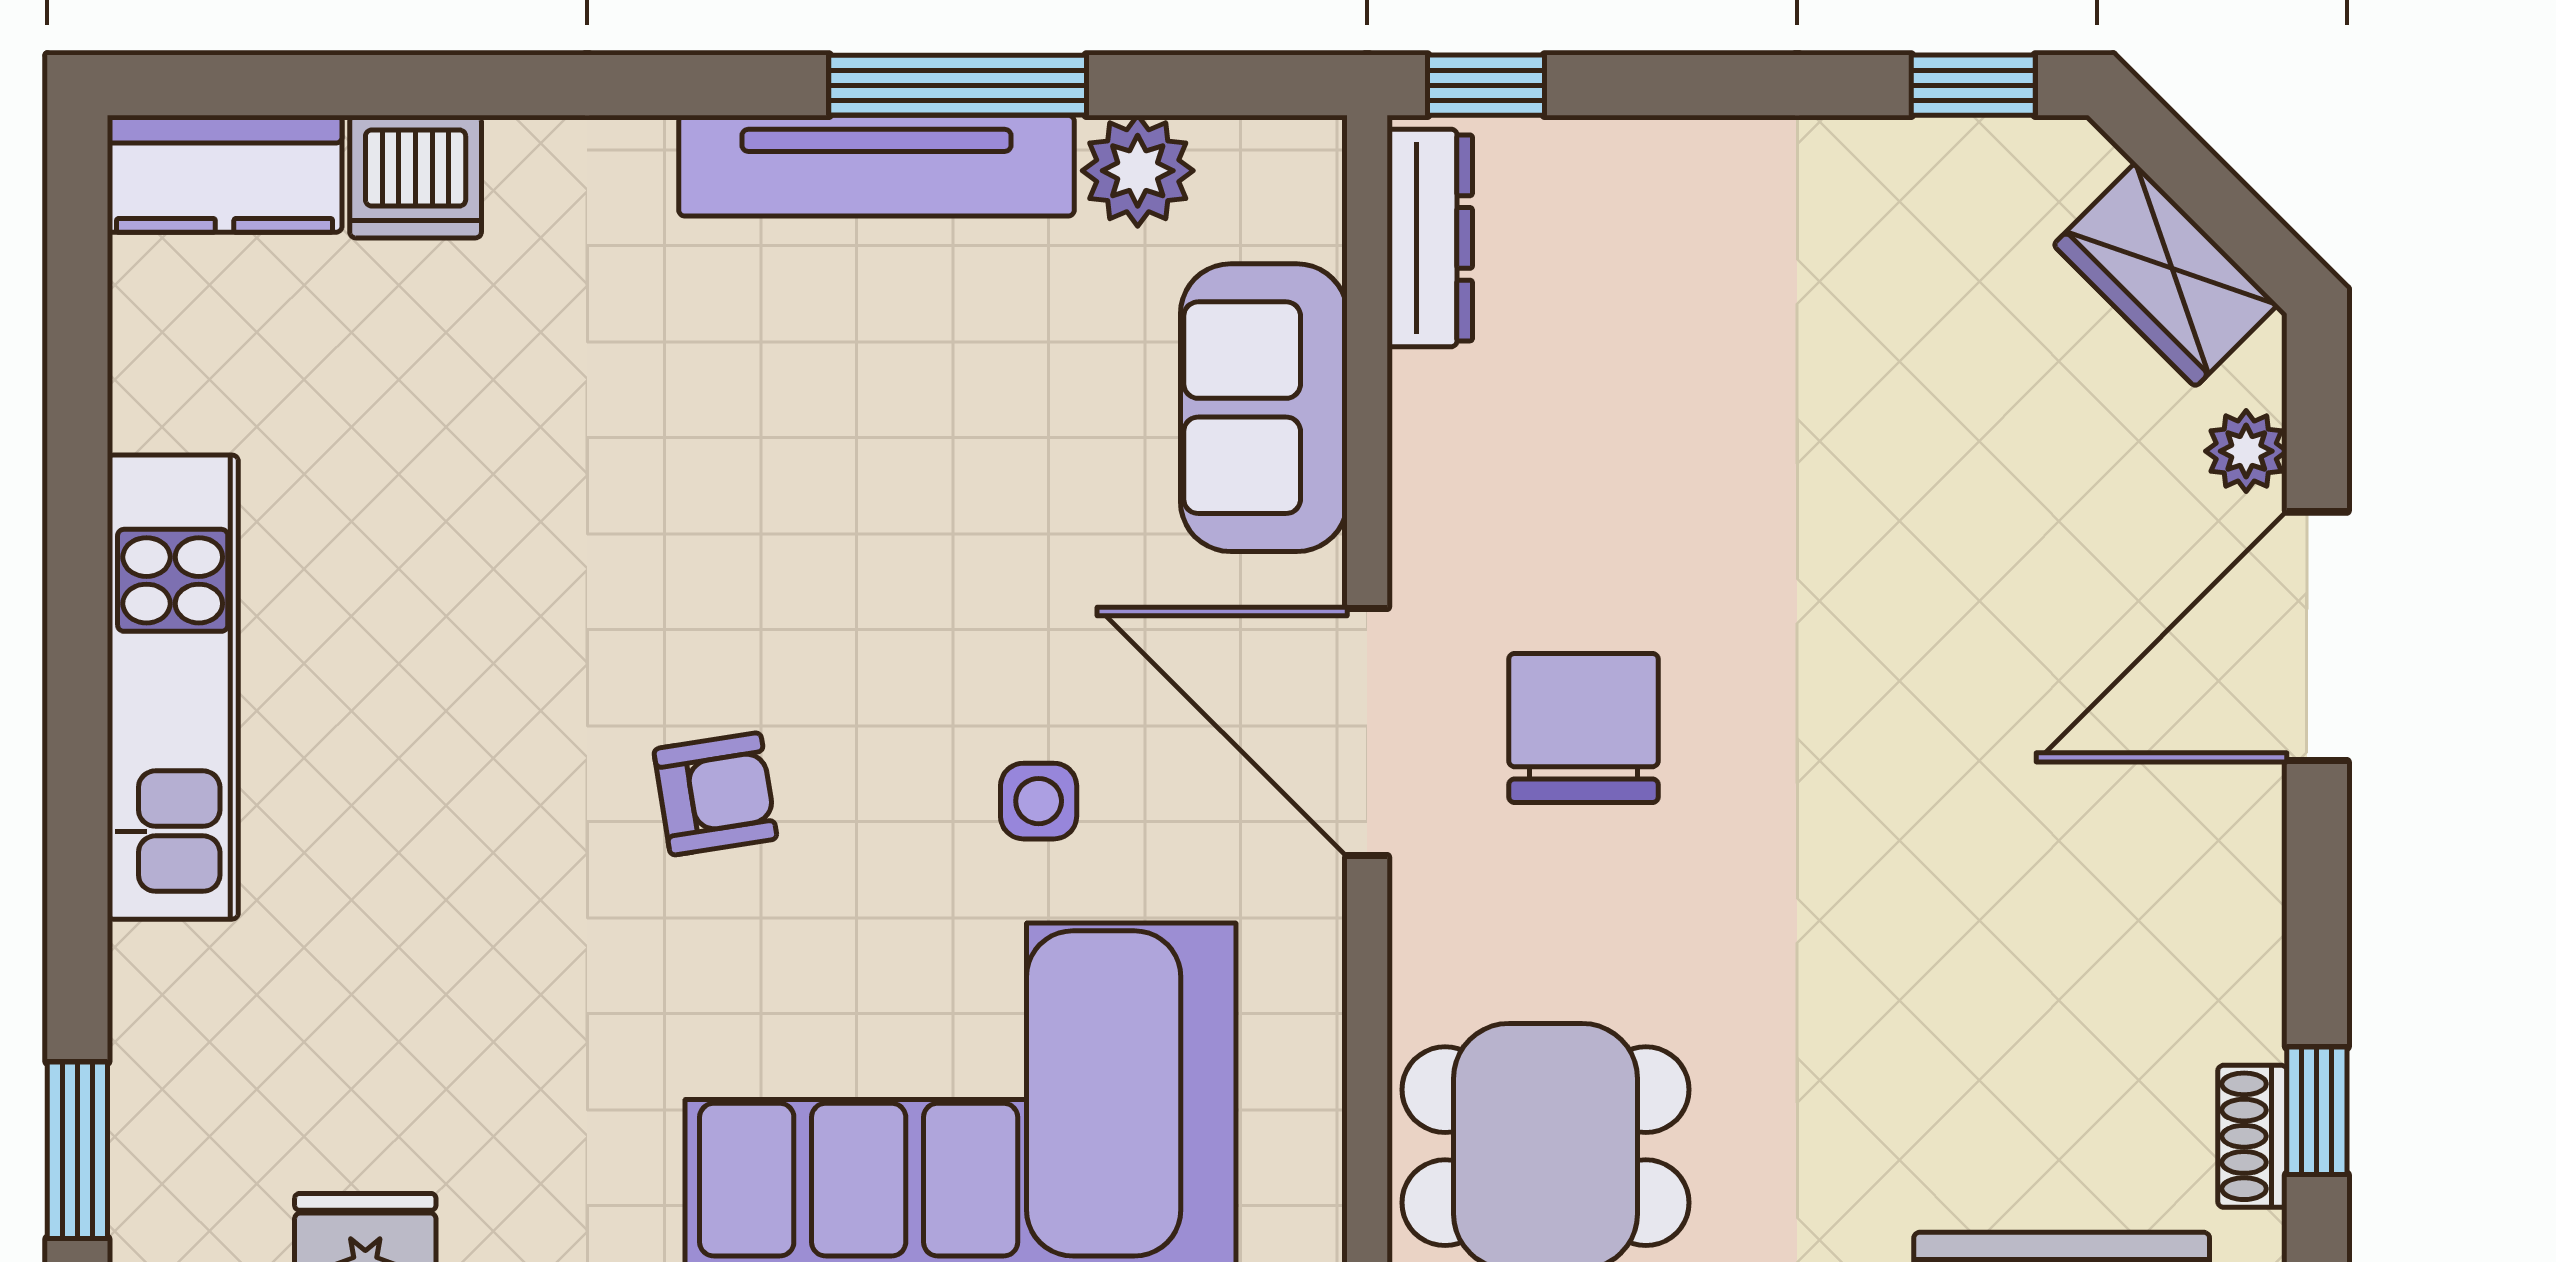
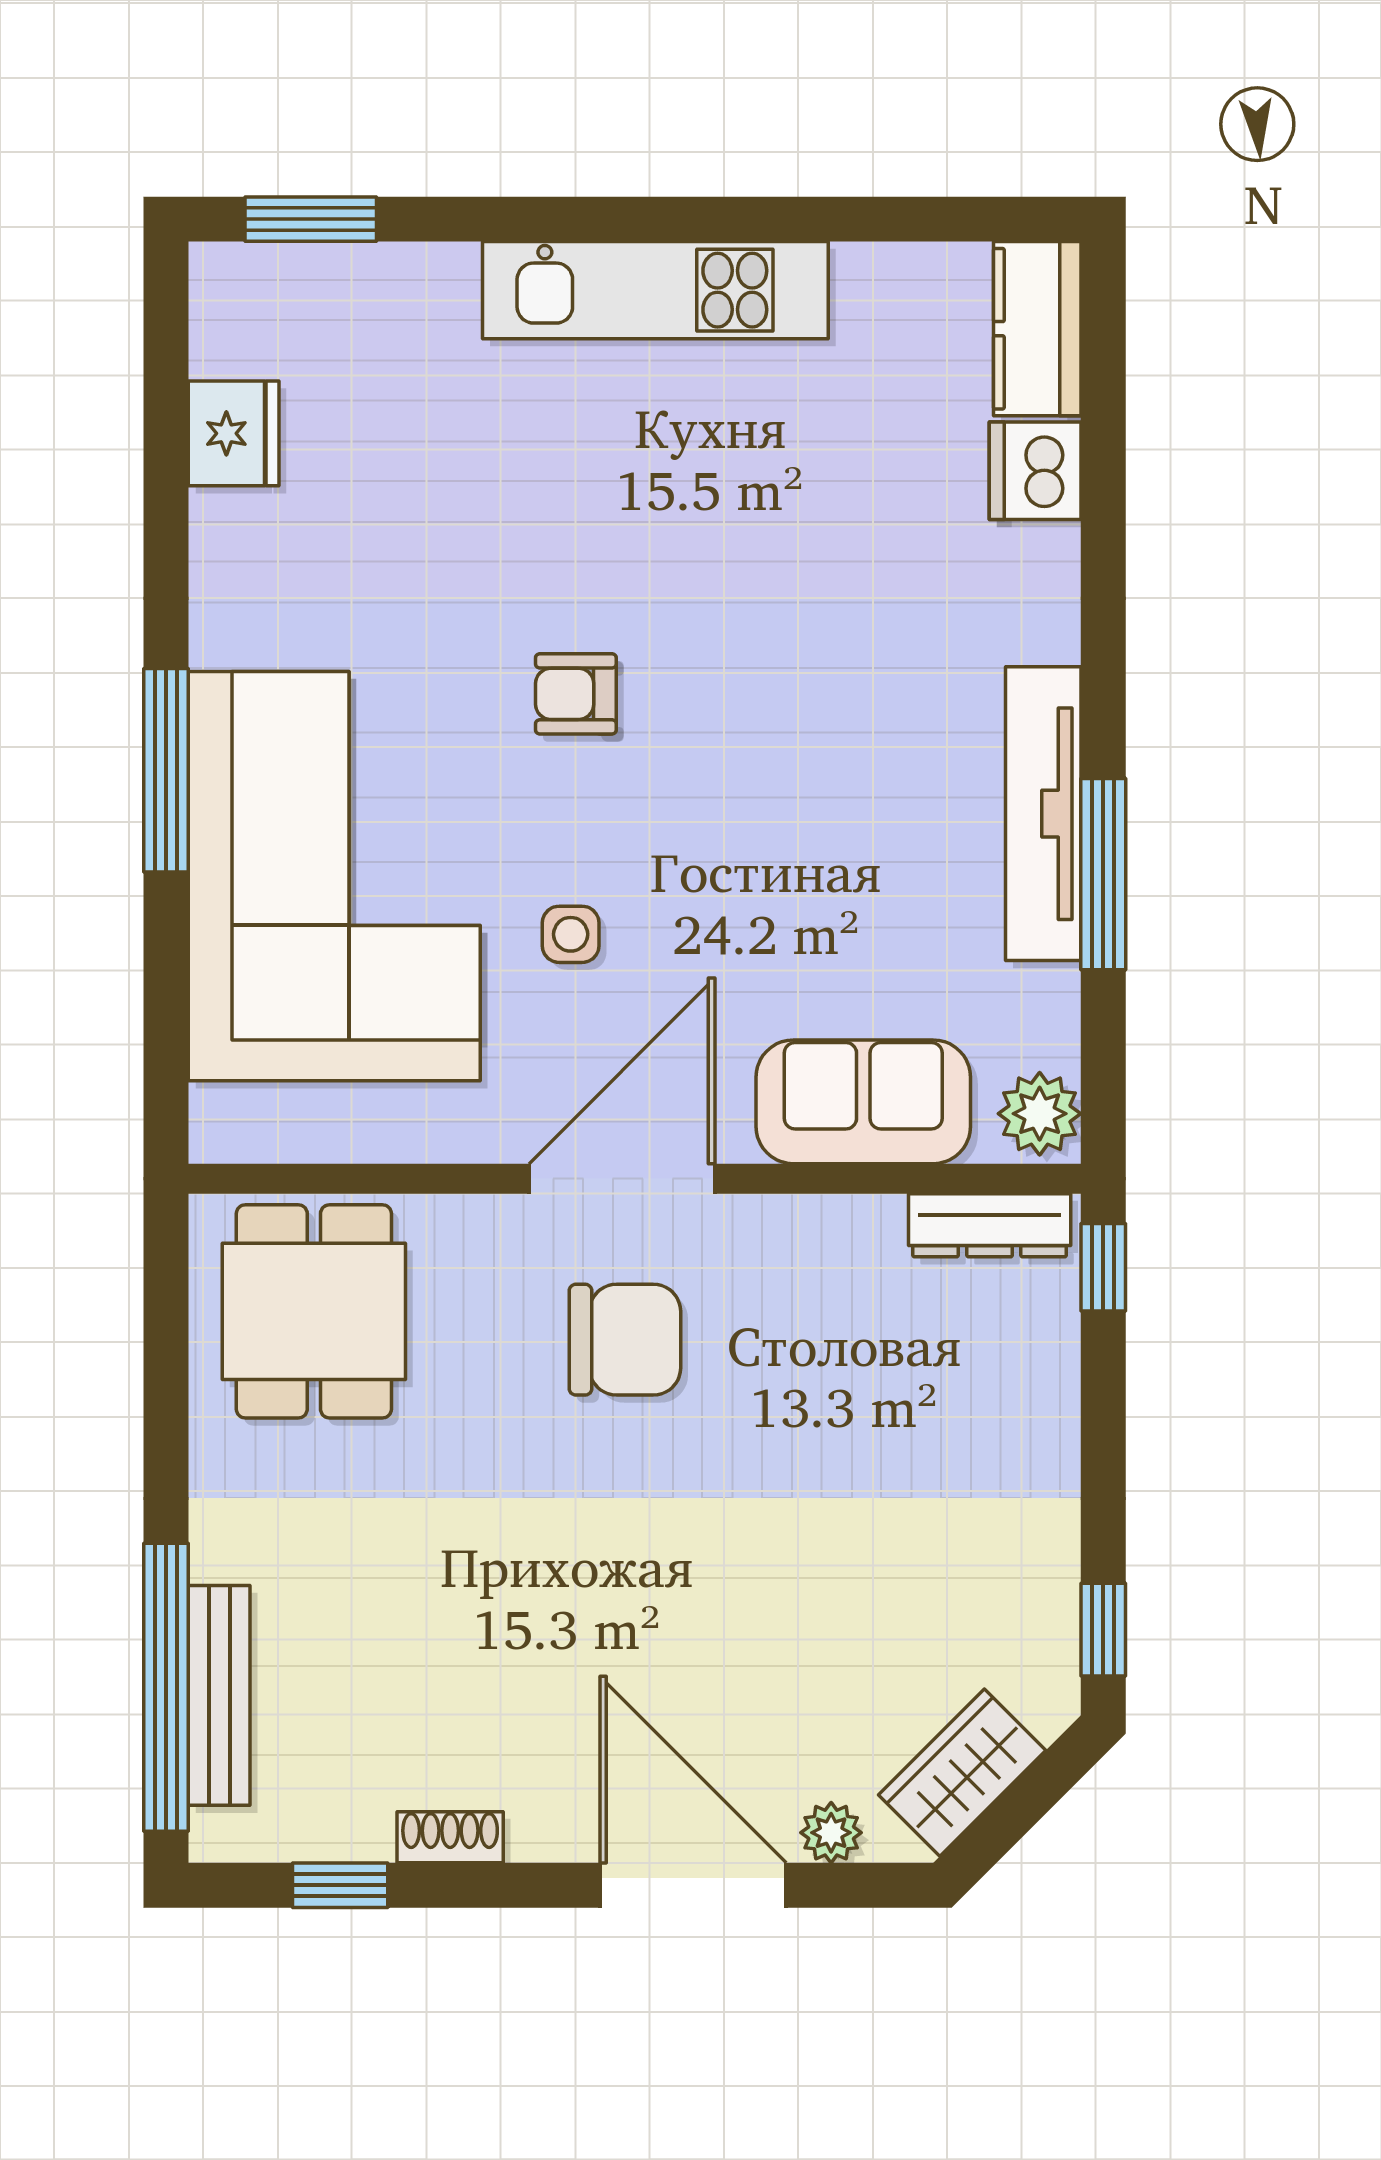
plant: (1138, 171) -> (1040, 1114), moved
armchair: (715, 794) -> (576, 694), turned 99
shoe rack: (2252, 1136) -> (450, 1837), moved

